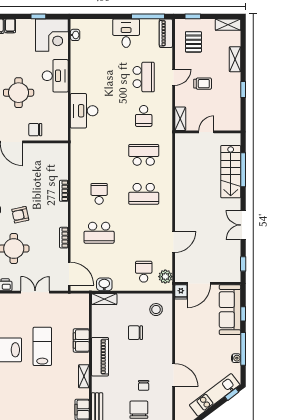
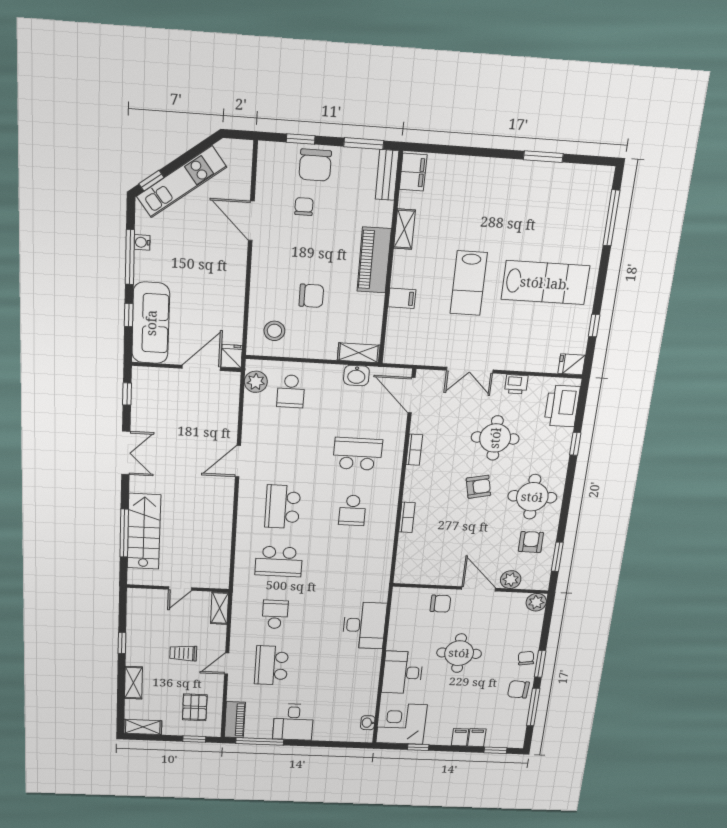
school desk: (144, 194) -> (283, 507), turned -90
door: (174, 242) -> (238, 461), moved
filing cabinet: (81, 340) -> (402, 298), width x0.50

